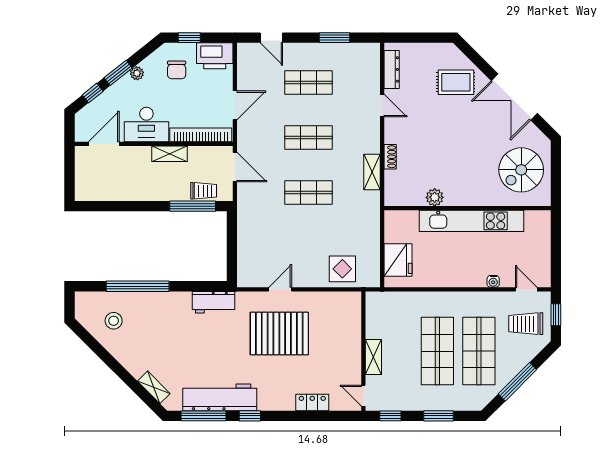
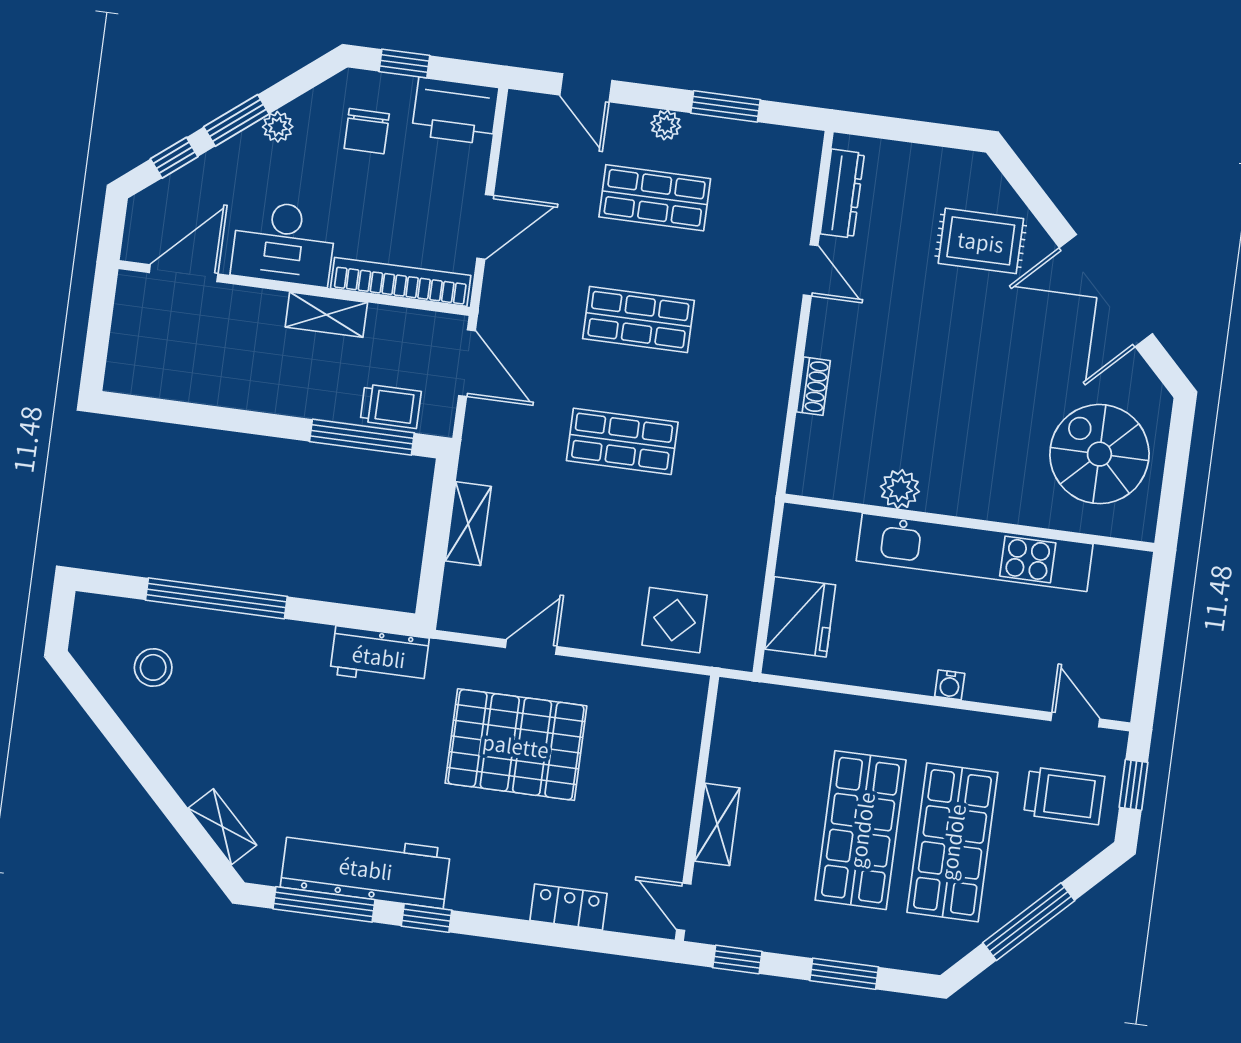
plant: (309, 49) -> (666, 125), added
spiral stairs: (521, 170) -> (1099, 454), turned 90
shelving: (372, 172) -> (468, 524), moved
water cooler: (493, 281) -> (950, 685), moved
trolley: (526, 324) -> (1064, 796), turned 180

